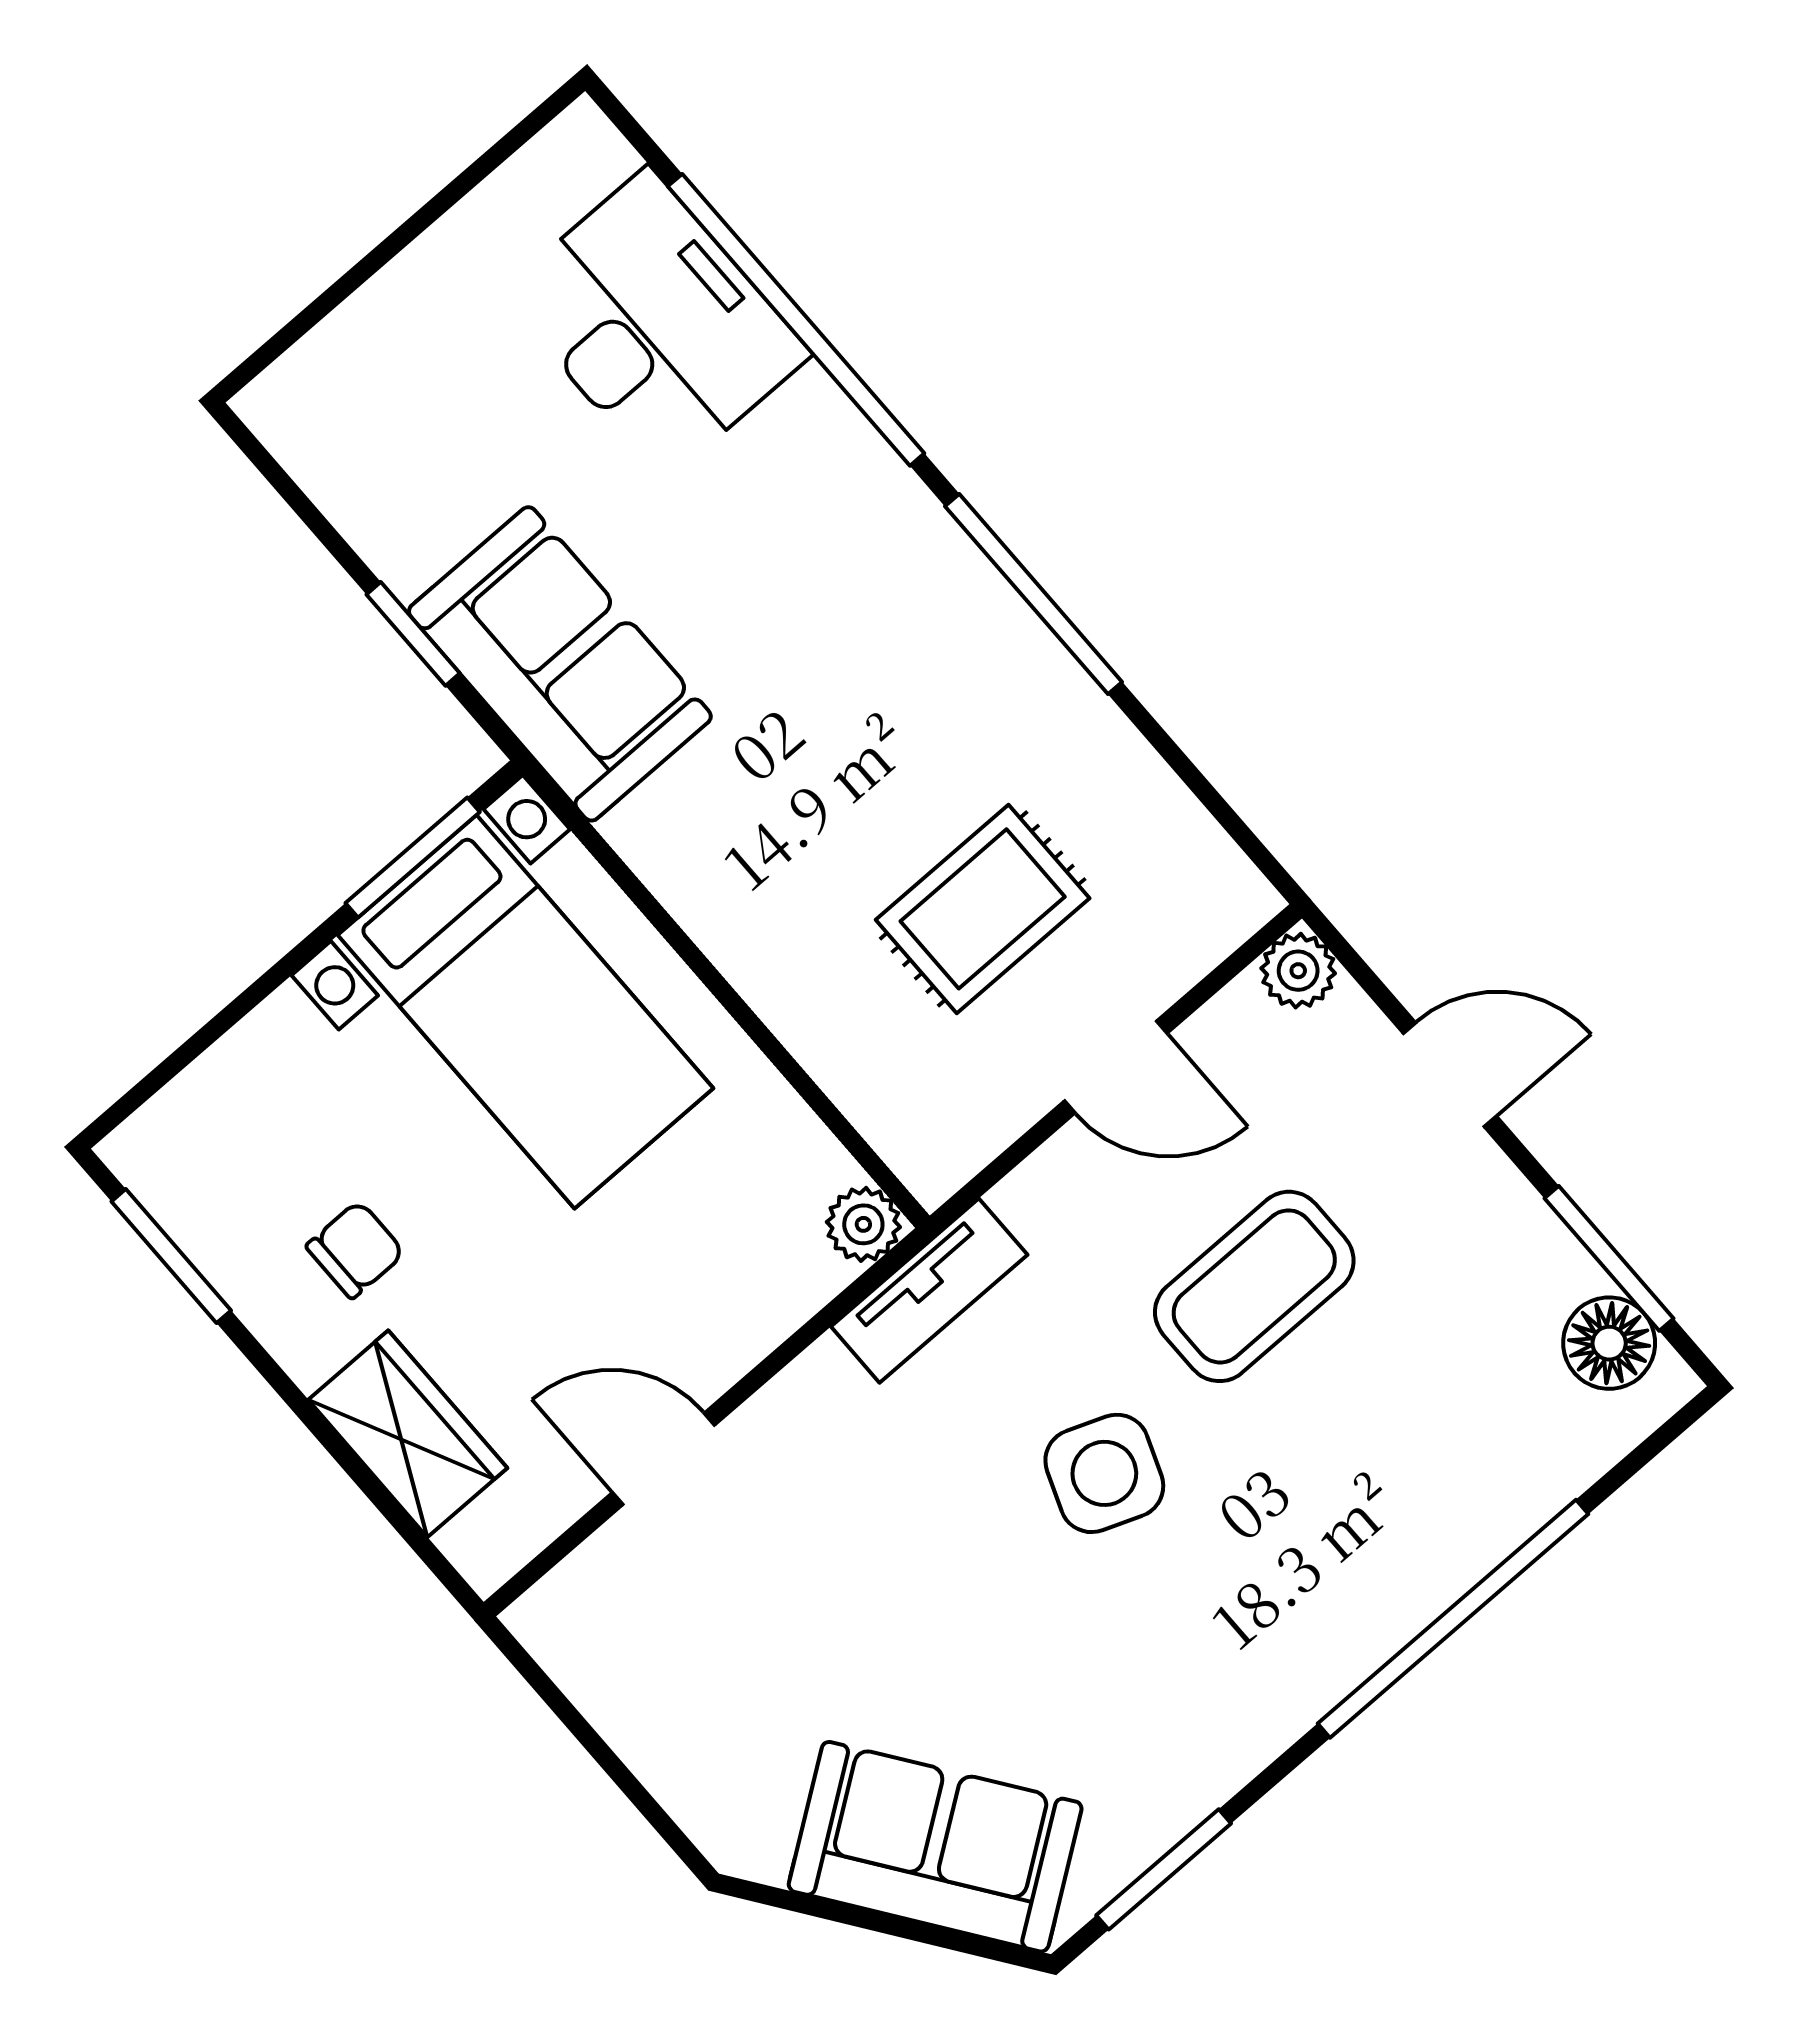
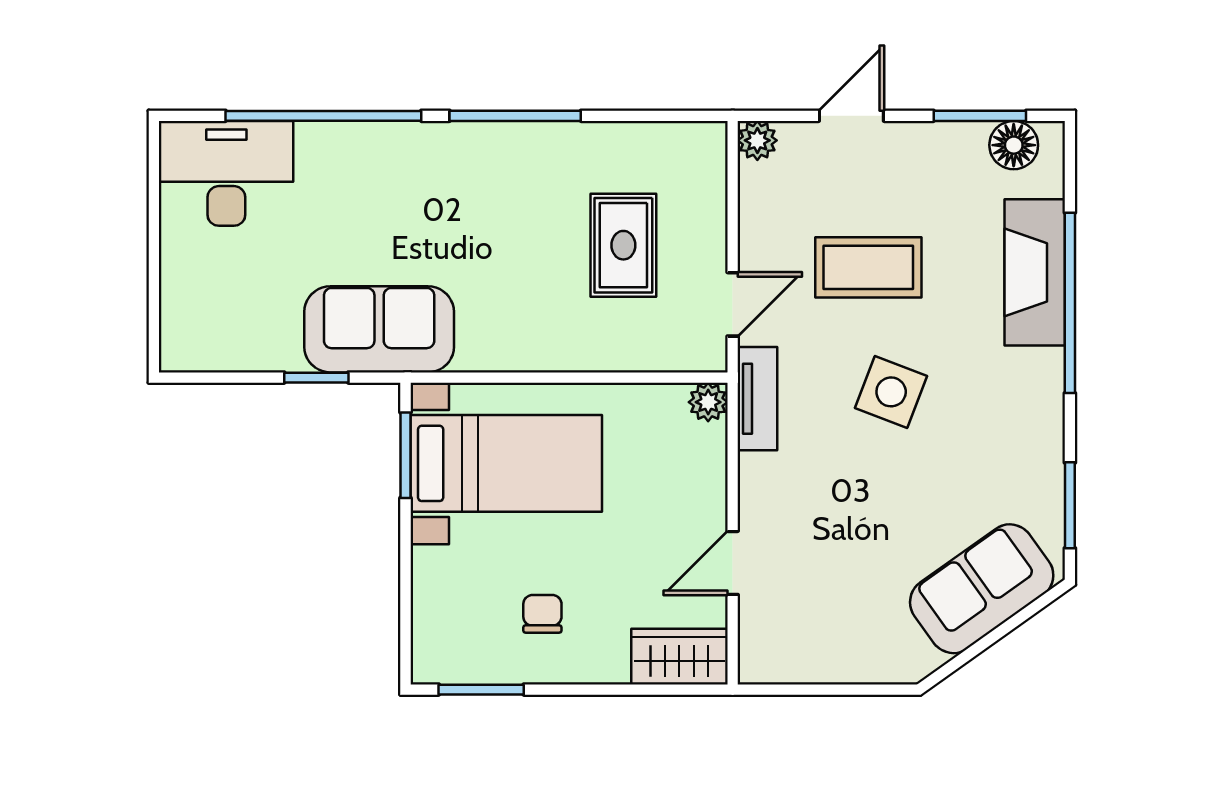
desk: (656, 324) -> (226, 173), moved
door: (1116, 1067) -> (733, 304), moved
coffee table: (1254, 1286) -> (868, 267), turned 90
wardrobe: (408, 1434) -> (679, 657), moved
fireplace: (1453, 1531) -> (1035, 272), added

